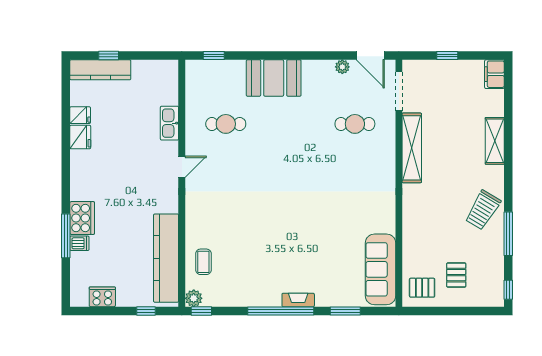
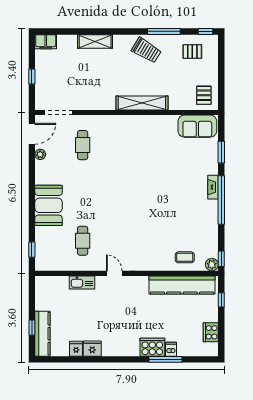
shelving: (412, 148) -> (142, 103), moved
sofa: (380, 269) -> (197, 126), width x0.73
pallet: (456, 275) -> (192, 51), moved

